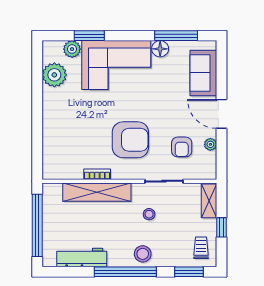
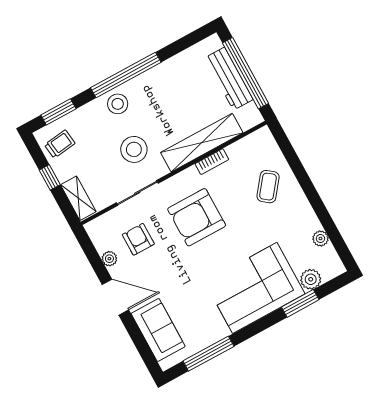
floor lamp: (160, 49) -> (218, 330), removed
plant: (54, 75) -> (320, 239), width x0.53, depth x0.53
coffee table: (66, 134) -> (268, 187), added
stool: (149, 214) -> (134, 149), width x1.89, depth x1.89
trolley: (201, 248) -> (60, 144), turned -97
workbench: (82, 257) -> (229, 79), moved, turned 90

